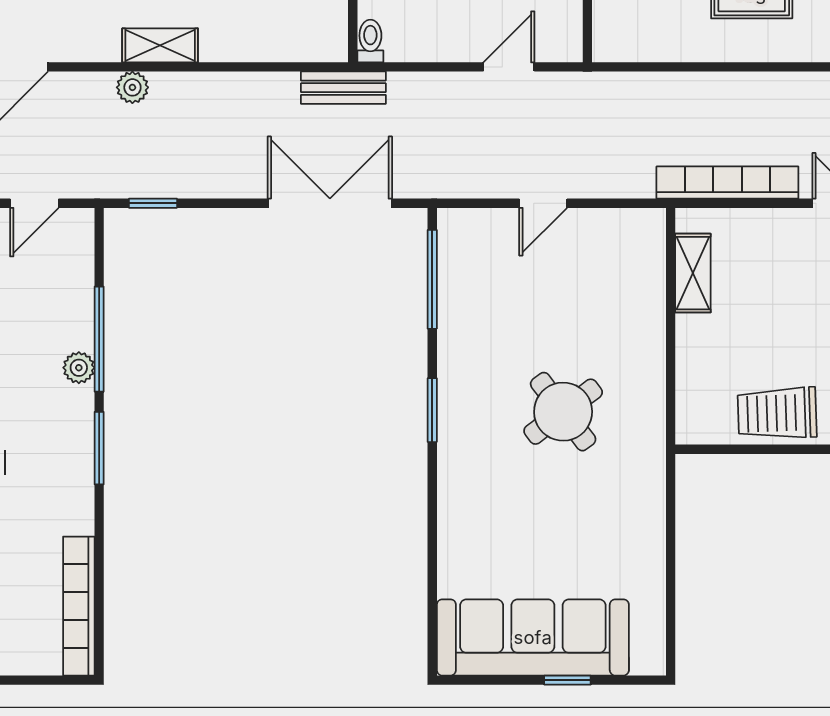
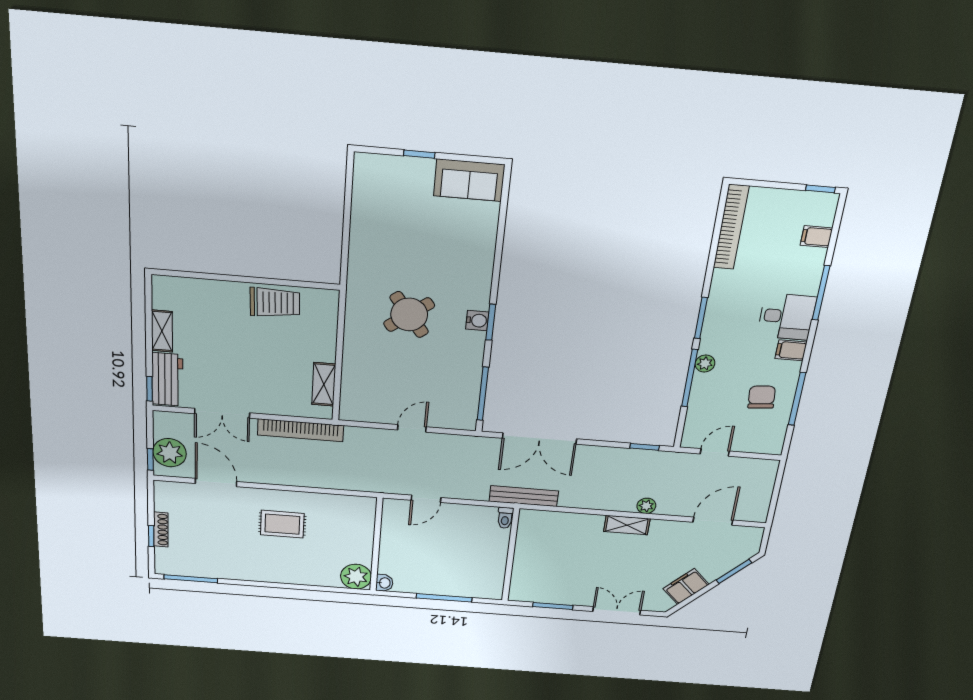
bench: (343, 88) -> (524, 496), width x1.36
water cooler: (454, 411) -> (477, 321), added
sofa: (533, 637) -> (469, 180), width x0.54, depth x0.79

